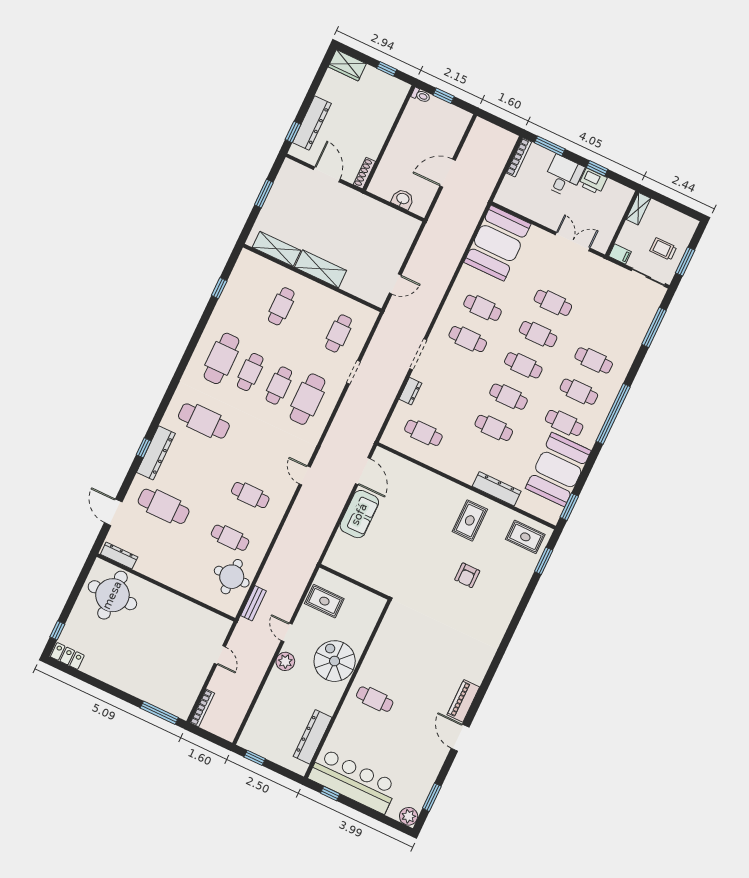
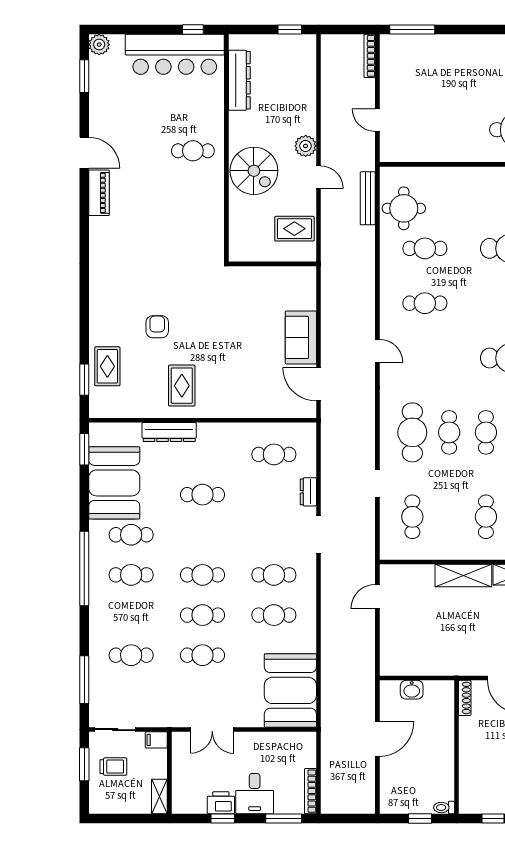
cafe table: (594, 360) -> (131, 655), moved
cafe table: (509, 397) -> (203, 535), removed
rug: (525, 537) -> (107, 366), moved, turned 90
bench: (253, 603) -> (368, 198), width x1.36

